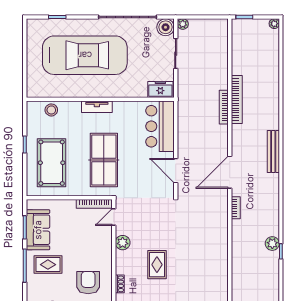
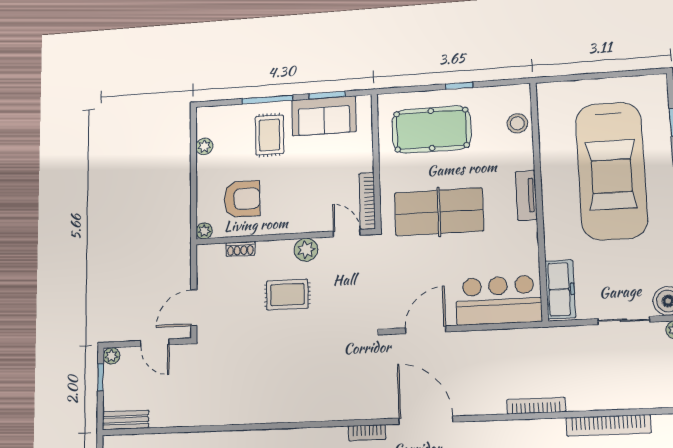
freezer: (160, 89) -> (560, 289), width x1.40
bookcase: (237, 100) -> (608, 425), moved
rug: (157, 265) -> (287, 295), moved

